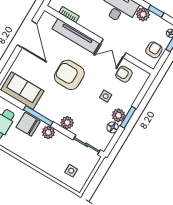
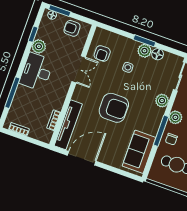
tv unit: (76, 36) -> (68, 125), moved
armchair: (69, 75) -> (114, 108), turned -90
chair: (28, 124) -> (171, 139), width x0.54, depth x0.54

